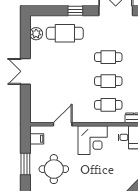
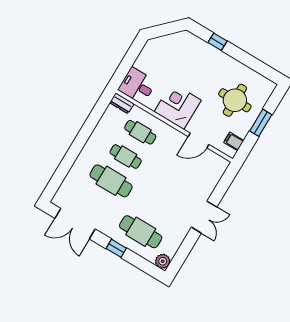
plant: (36, 34) -> (163, 261), moved
cafe table: (108, 57) -> (111, 181), width x1.37, depth x1.35

